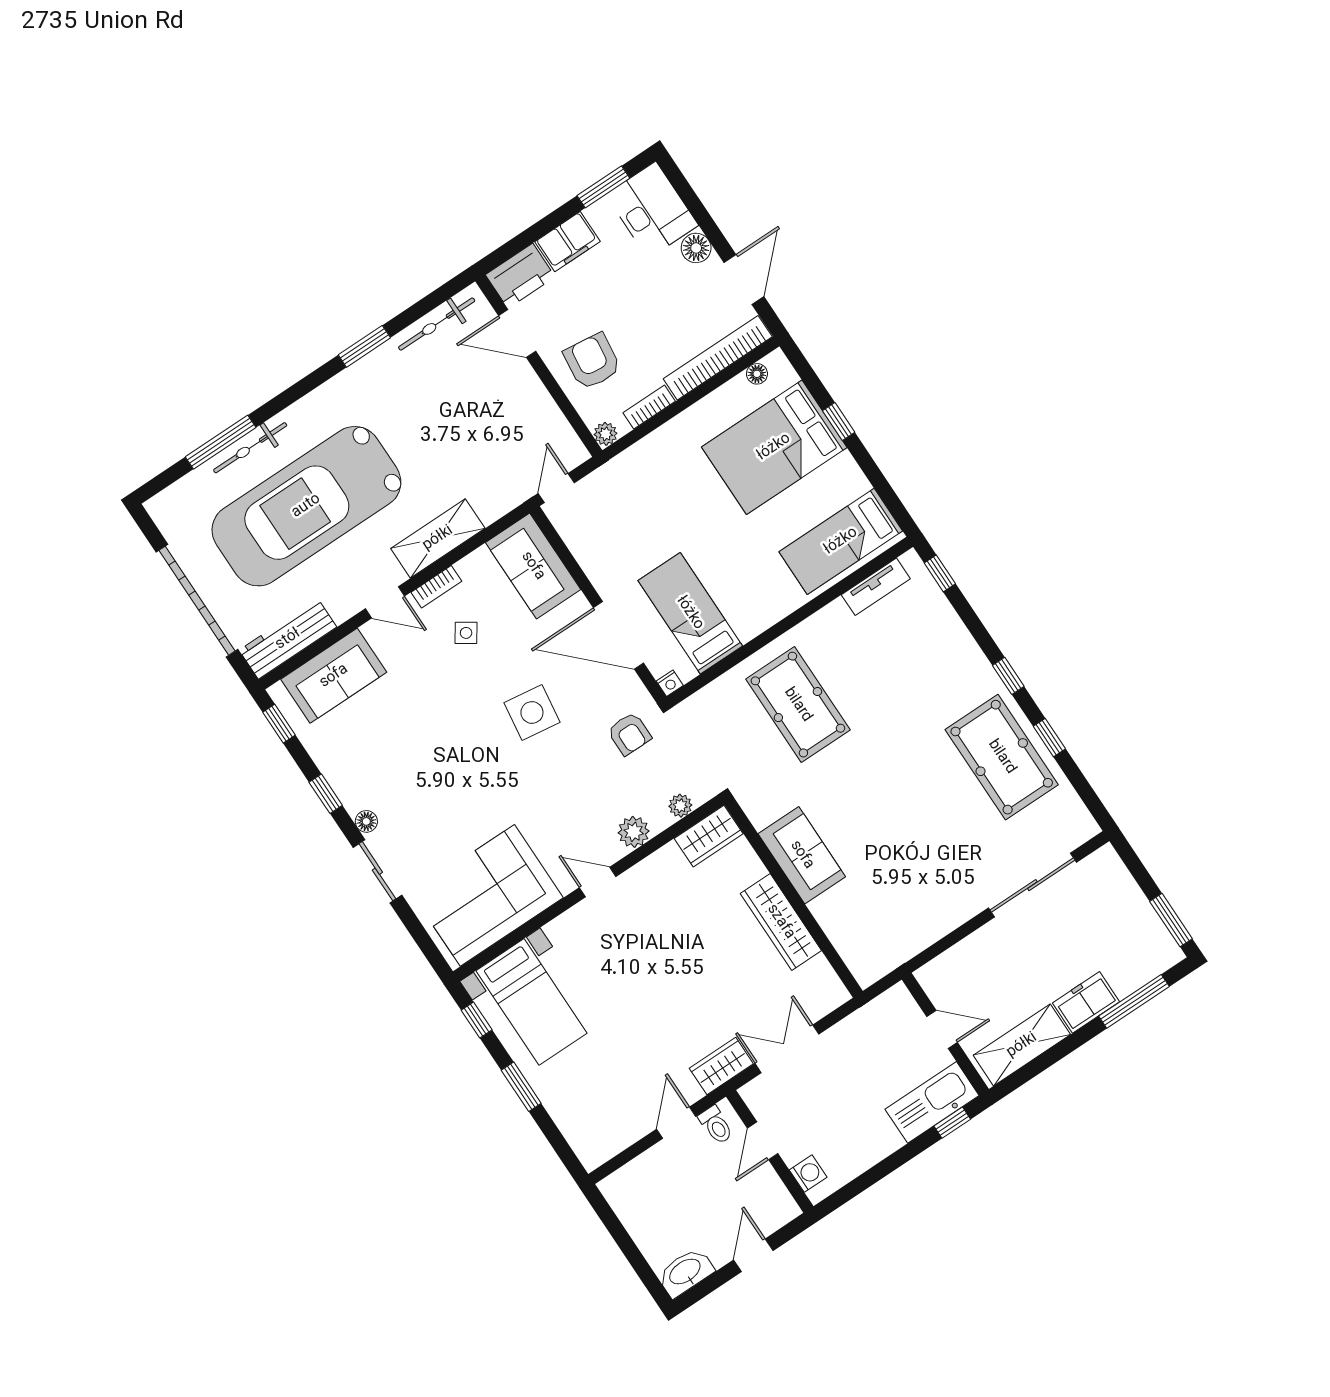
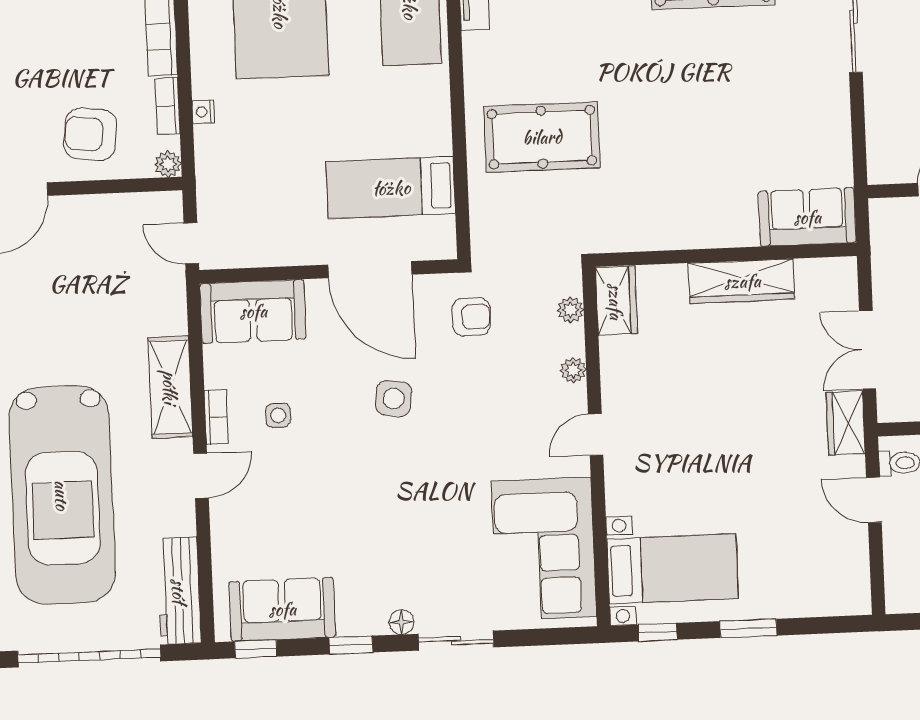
side table: (466, 633) -> (278, 415), turned -34
door: (619, 635) -> (370, 270), hinge flipped
sofa: (334, 676) -> (282, 609), moved, turned -90
nightstand: (670, 683) -> (203, 112), moved, turned 180
side table: (532, 712) -> (394, 398), width x0.73, depth x0.73
plant: (634, 832) -> (573, 370), width x0.73, depth x0.73
sofa: (802, 855) -> (807, 217), moved

